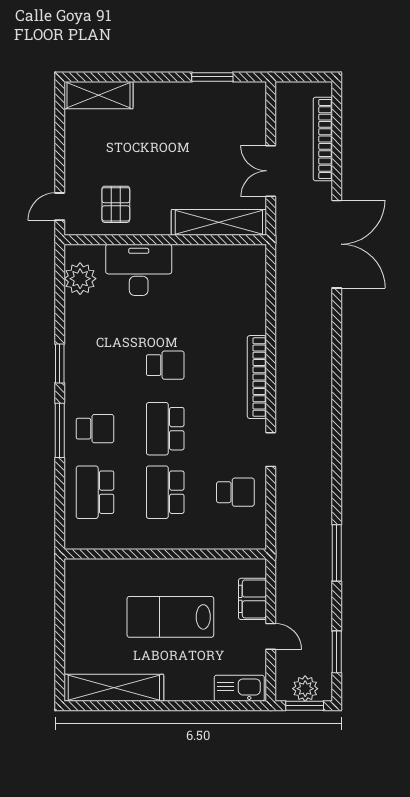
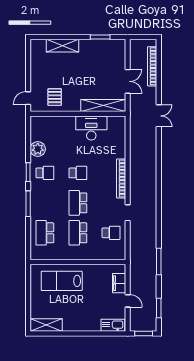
shelving: (98, 95) -> (63, 46), moved
double door: (271, 171) -> (128, 81), swing flipped
double door: (337, 244) -> (159, 116), width x0.54
desk: (139, 270) -> (91, 128), moved
plant: (80, 279) -> (38, 149), moved
school desk: (95, 429) -> (45, 173), moved
lab bench: (170, 617) -> (62, 281), moved
shelving: (114, 688) -> (46, 325), width x0.68
plant: (305, 689) -> (144, 325), removed

